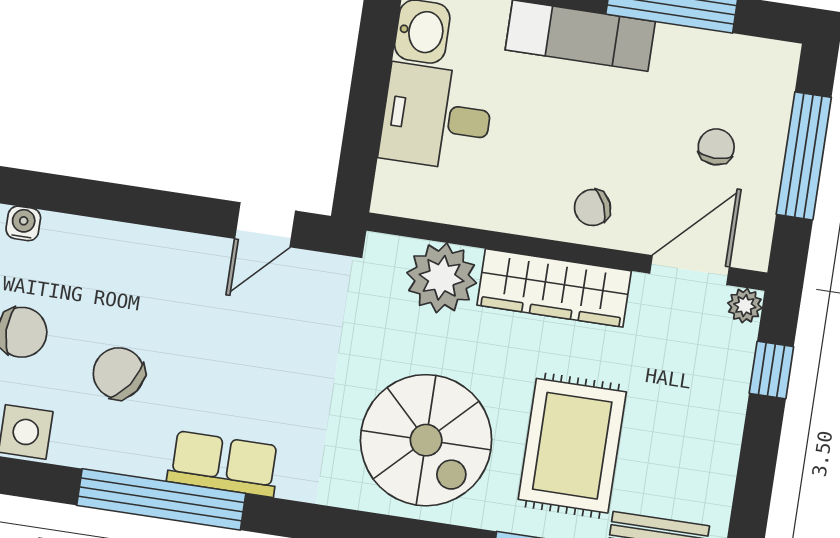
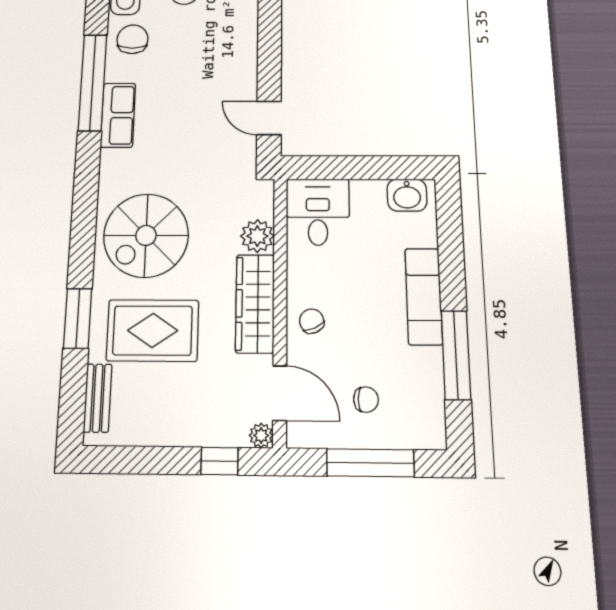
desk: (437, 117) -> (318, 212), moved
plant: (442, 278) -> (257, 236), width x0.73, depth x0.73
chair: (119, 373) -> (133, 39), moved, turned -35

